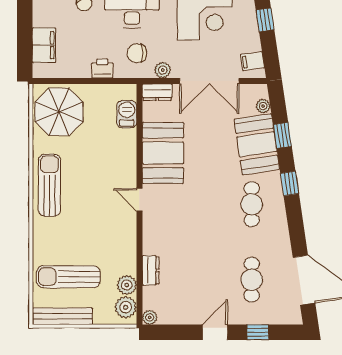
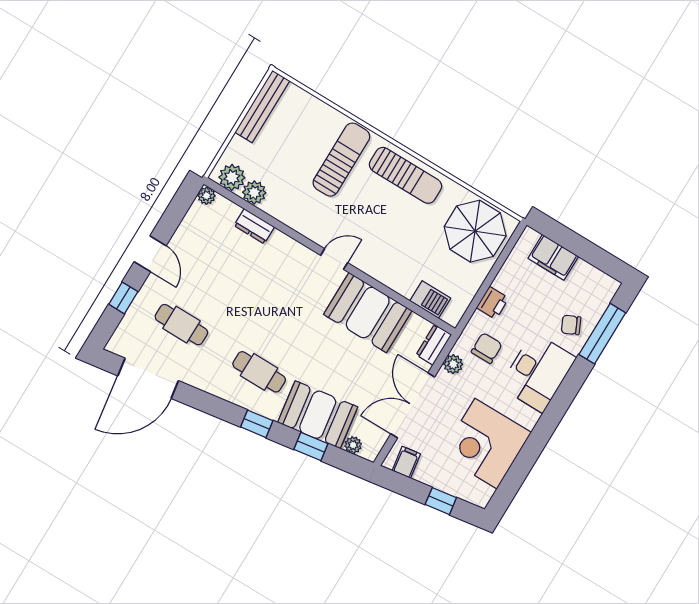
sun lounger: (68, 277) -> (341, 160), moved

